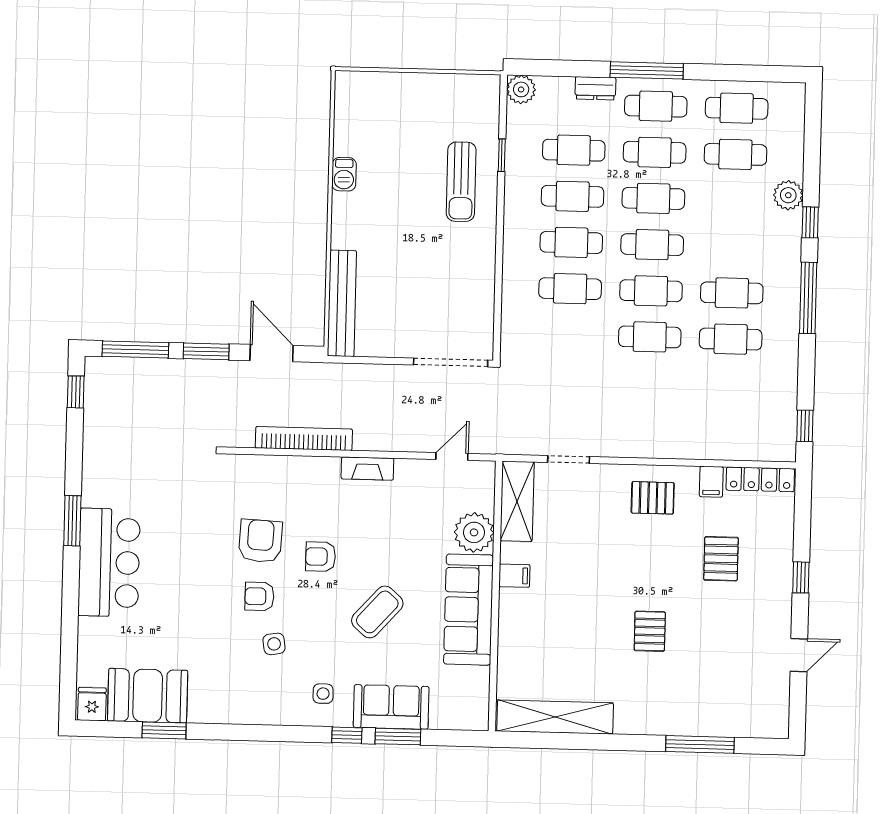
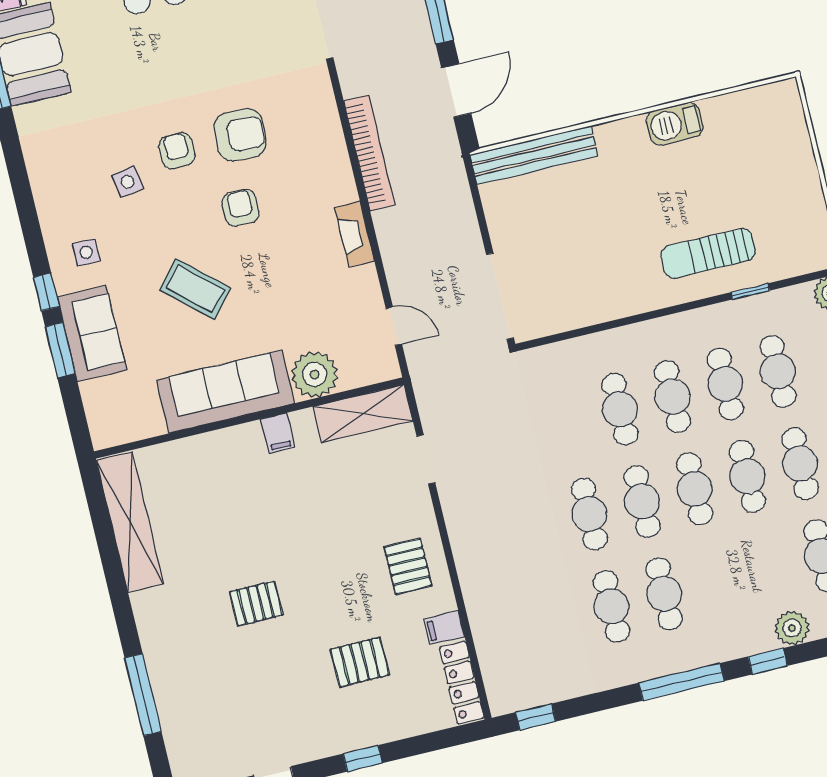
barbecue: (344, 174) -> (675, 124), width x1.38, depth x1.27

